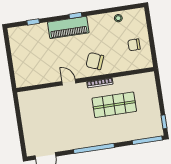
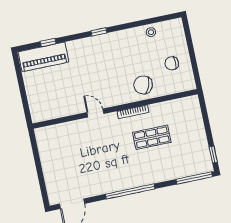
piano: (68, 27) -> (43, 57), moved
chair: (95, 61) -> (143, 85), moved
shop shelf: (114, 105) -> (152, 137), width x0.70, depth x0.74

